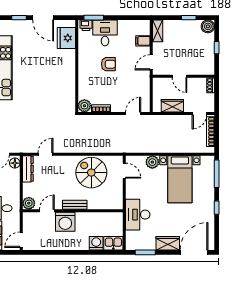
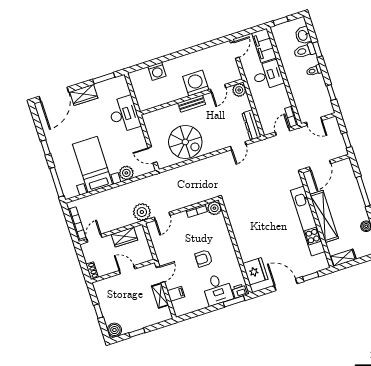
shelving: (158, 31) -> (160, 296), moved
plant: (150, 123) -> (142, 212), added
floor lamp: (15, 163) -> (267, 126), removed
kitchen sink: (113, 243) -> (139, 77), removed

